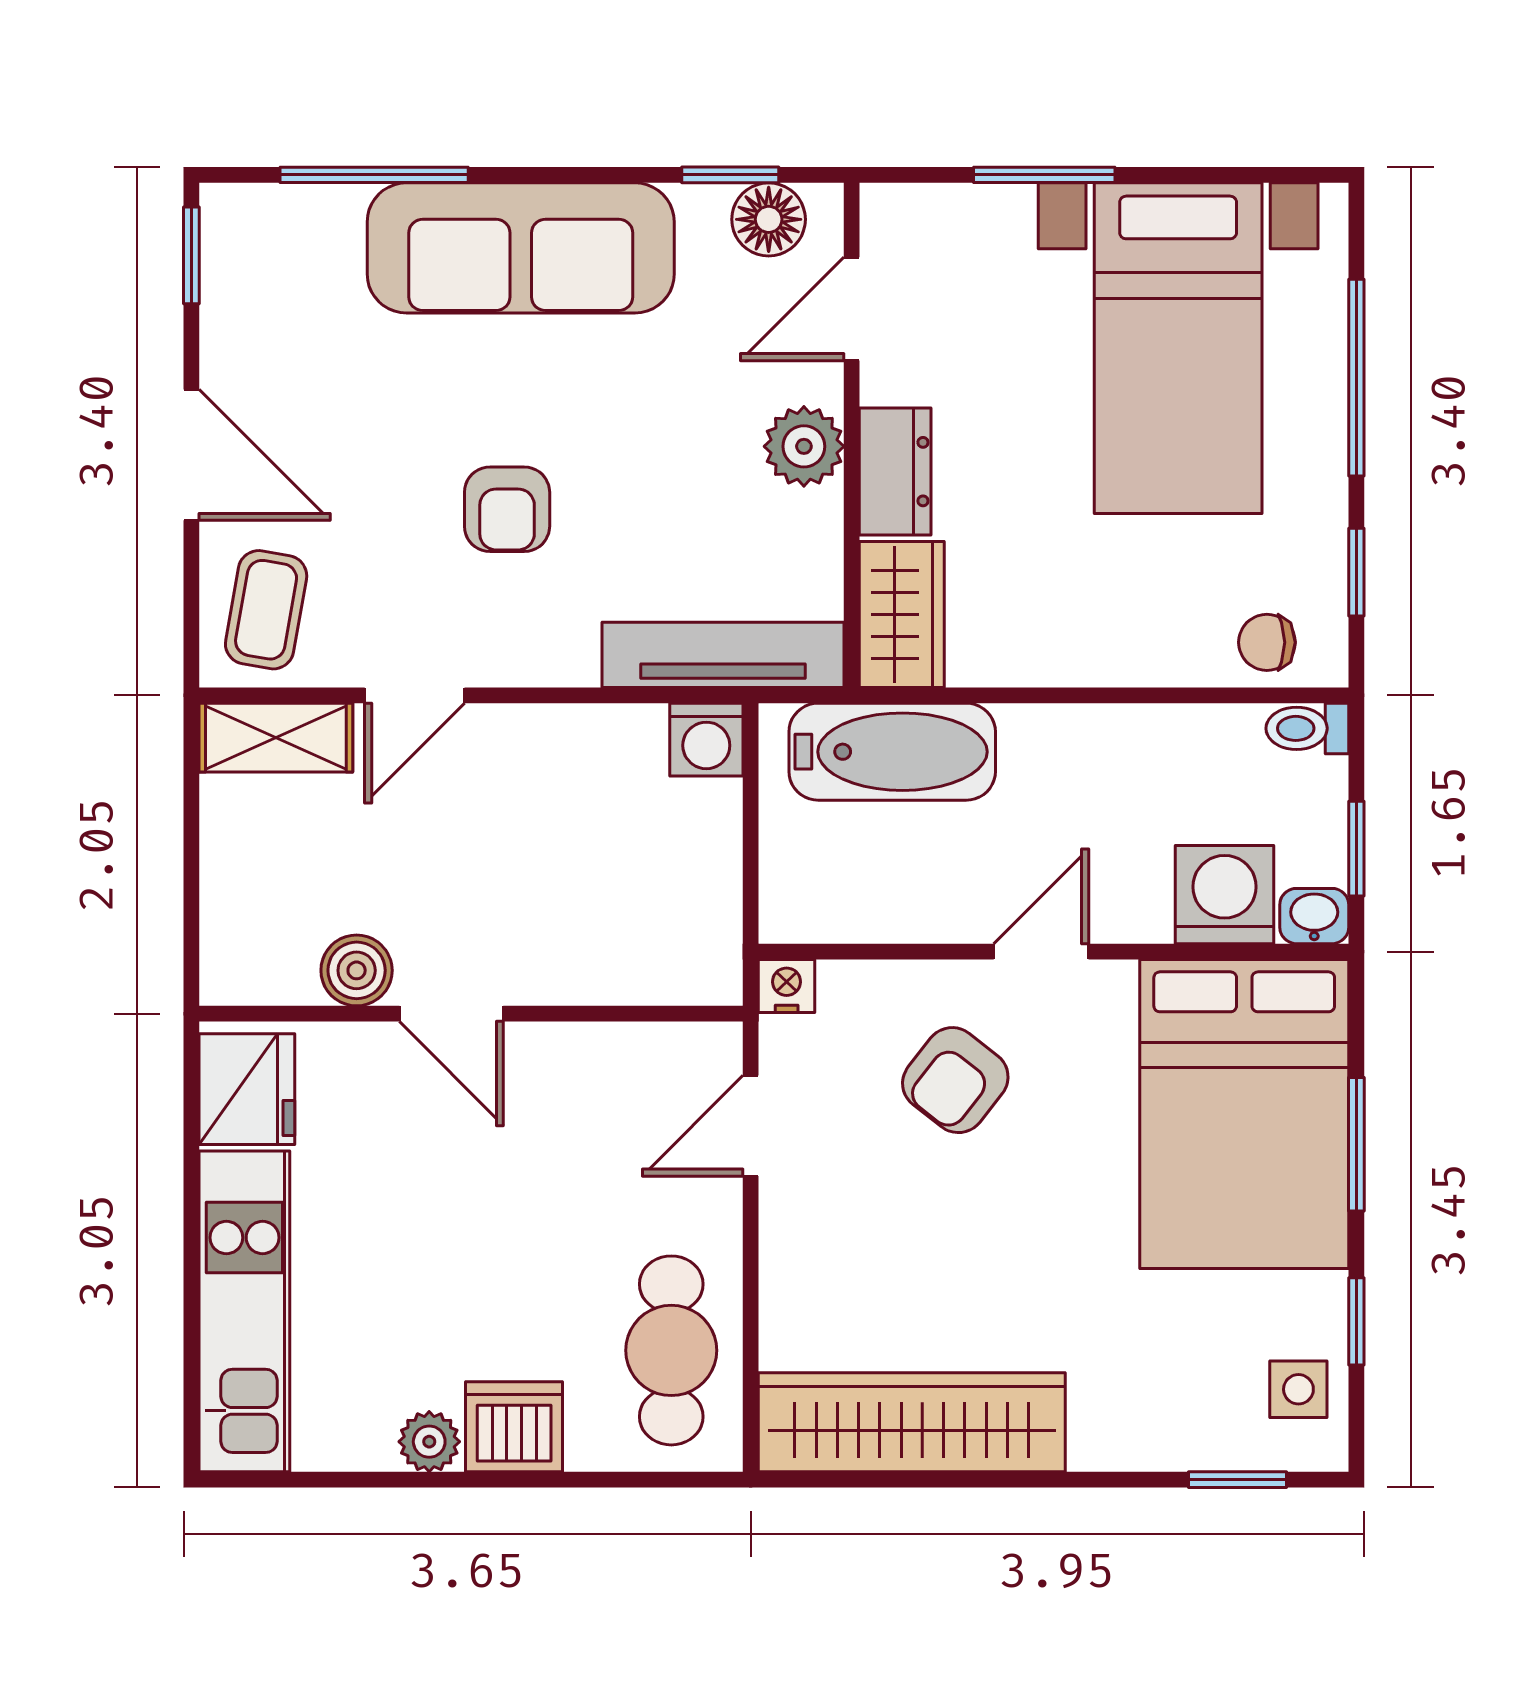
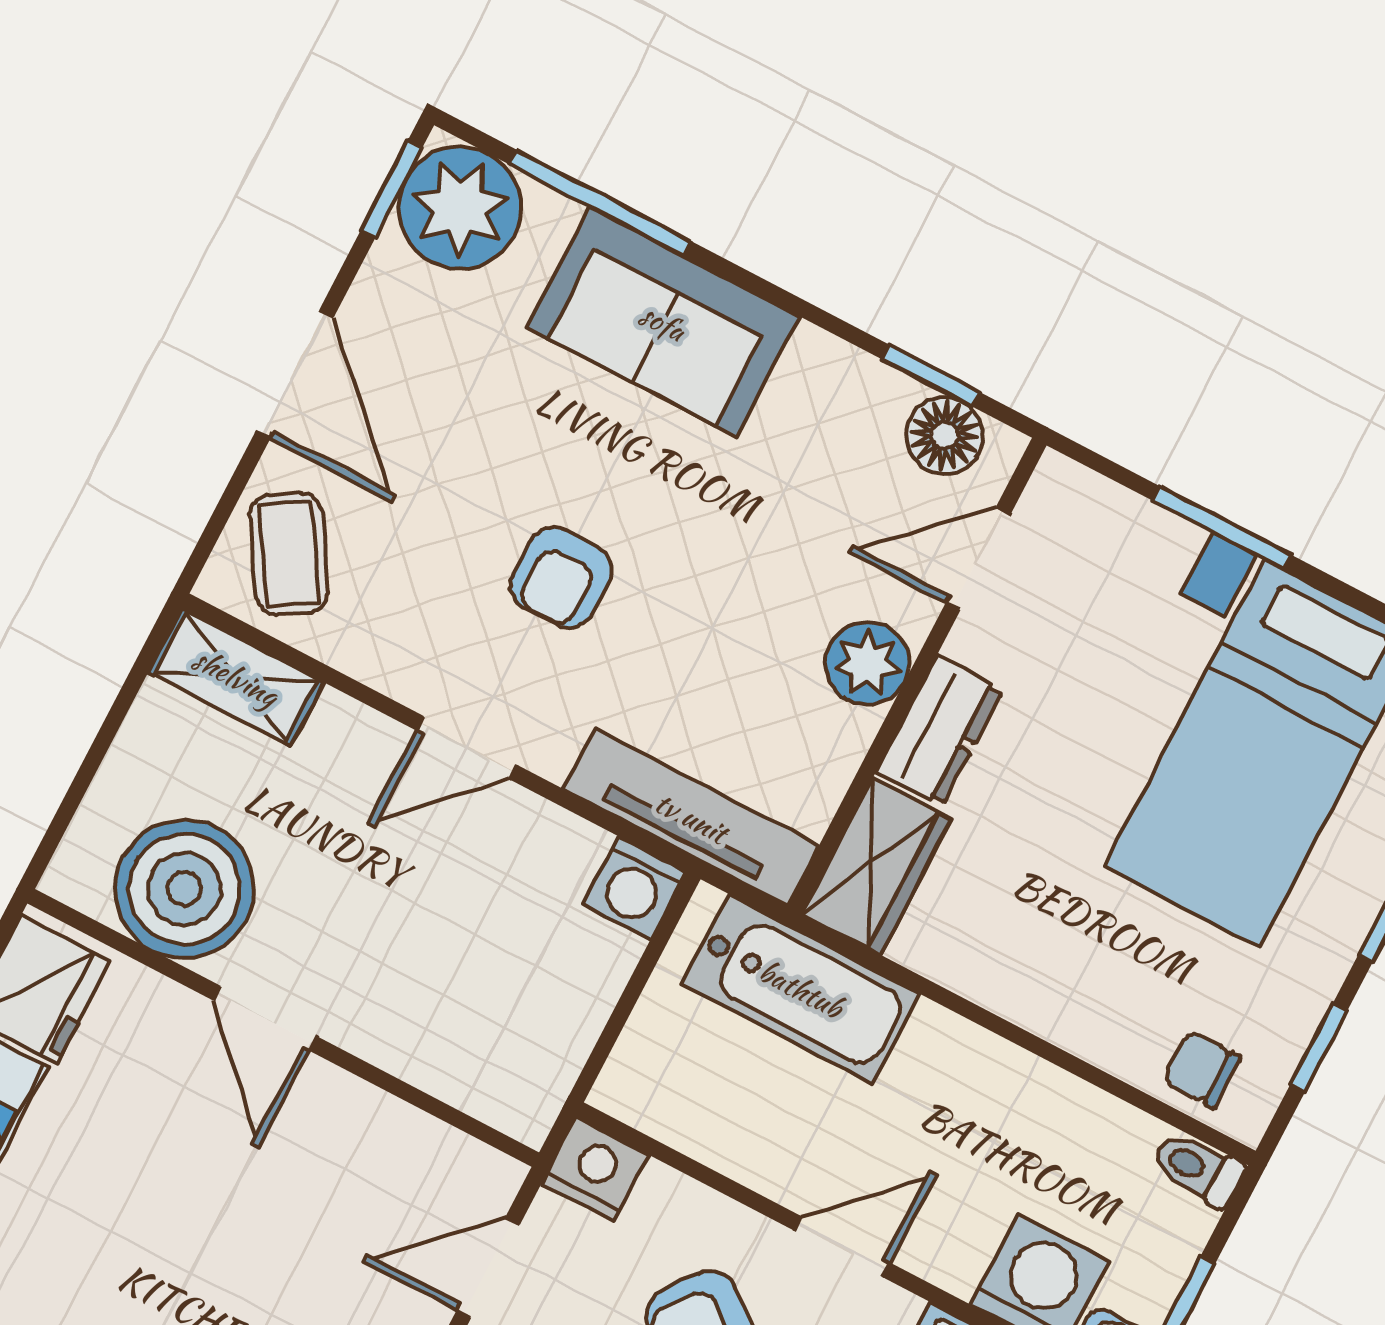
plant: (258, 241) -> (460, 208), added
sofa: (521, 248) -> (663, 322), width x0.73
coffee table: (266, 610) -> (289, 554), turned -42
door: (415, 695) -> (467, 748), moved
boiler: (357, 970) -> (184, 889), width x1.86, depth x1.86
nightstand: (787, 986) -> (595, 1169), width x1.39, depth x1.35

